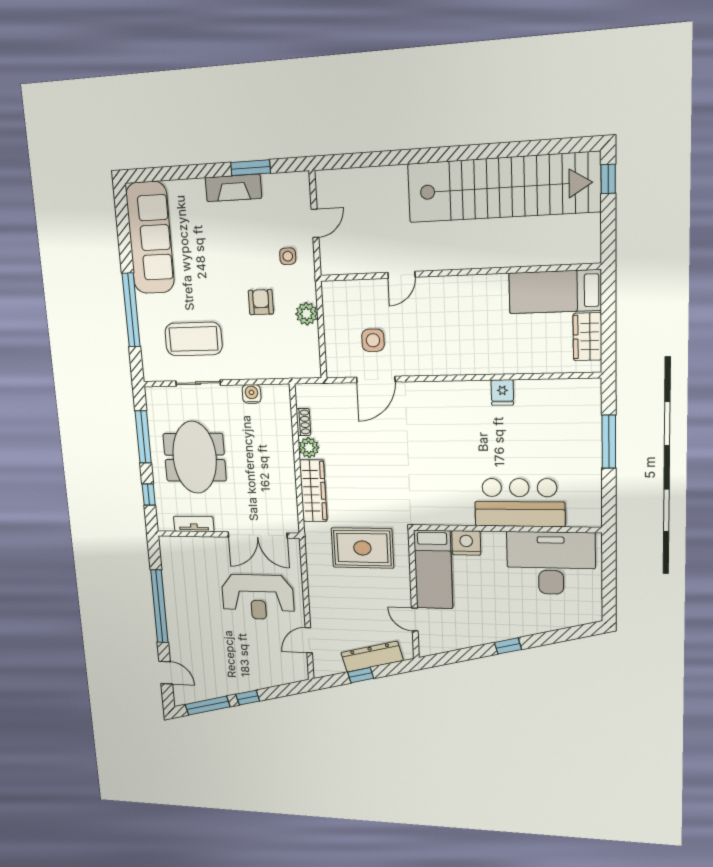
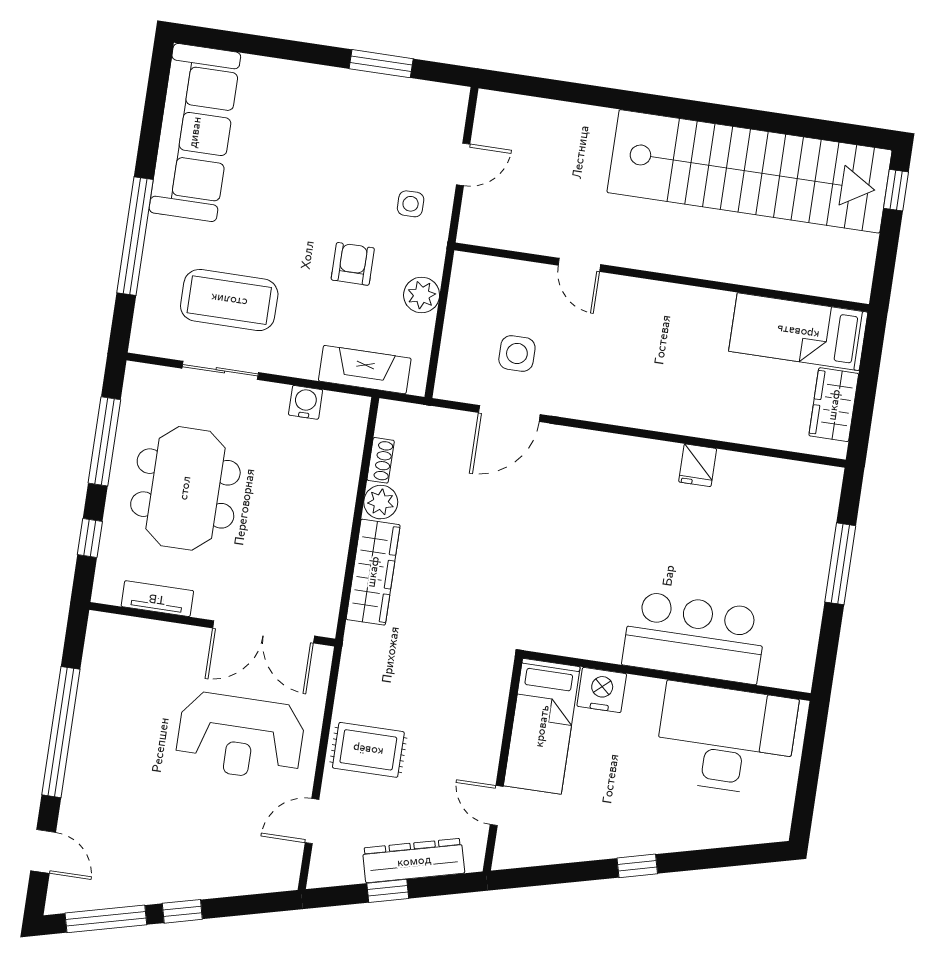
fireplace: (233, 188) -> (365, 370), moved, turned 180
door: (401, 275) -> (579, 265), hinge flipped
rug: (362, 548) -> (368, 750), moved, width x0.73, depth x0.70

